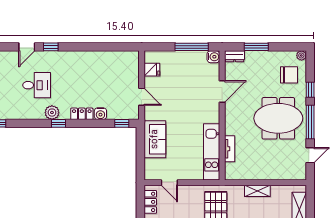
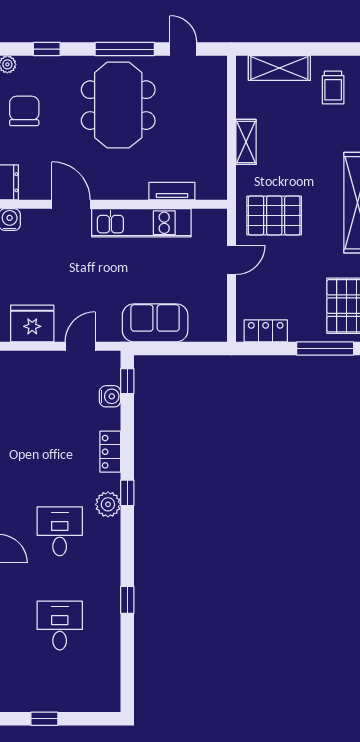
fridge: (152, 70) -> (32, 323), width x1.88, depth x1.34
chair: (289, 75) -> (24, 111), moved
window: (310, 90) -> (47, 49), moved
water cooler: (100, 114) -> (110, 396), moved
kitchen unit: (212, 152) -> (141, 223), moved
door: (169, 183) -> (232, 260), moved

